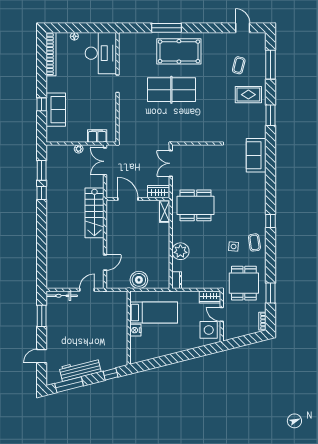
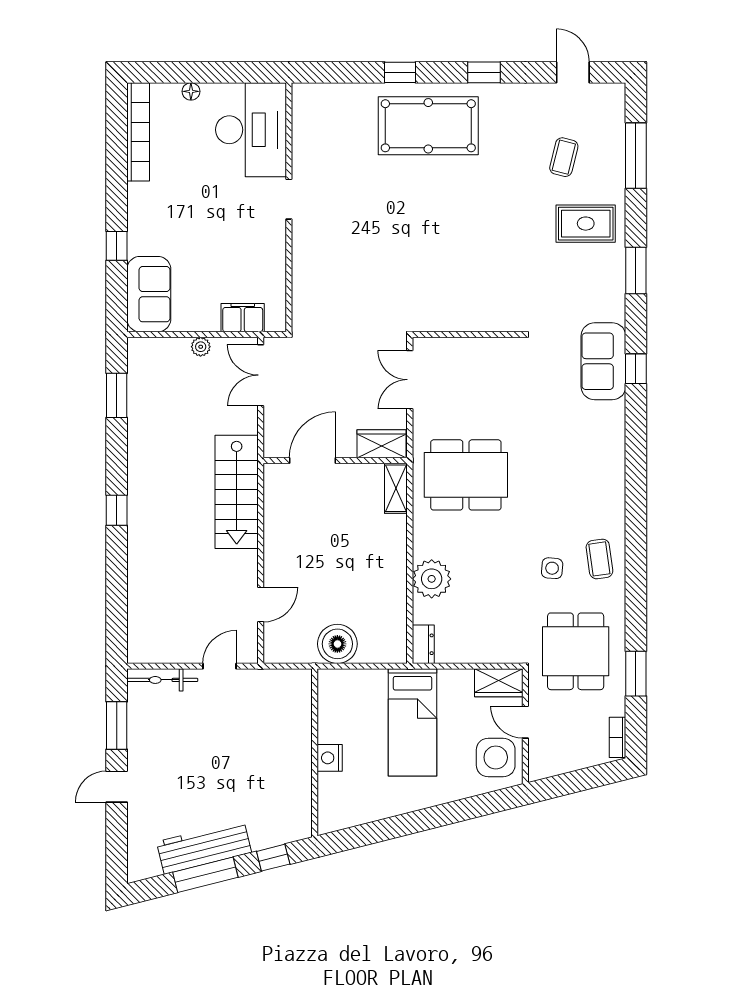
window: (166, 28) -> (400, 72), width x0.46
window: (204, 28) -> (484, 72), added
table tennis table: (171, 90) -> (411, 213), removed
sofa: (56, 110) -> (149, 294), moved
window: (42, 193) -> (117, 510), moved
door: (128, 199) -> (312, 461), hinge flipped
window: (271, 221) -> (636, 369), moved
bed: (154, 313) -> (413, 722), moved, turned 90
door: (42, 356) -> (117, 787), moved
window: (69, 385) -> (205, 875), moved

